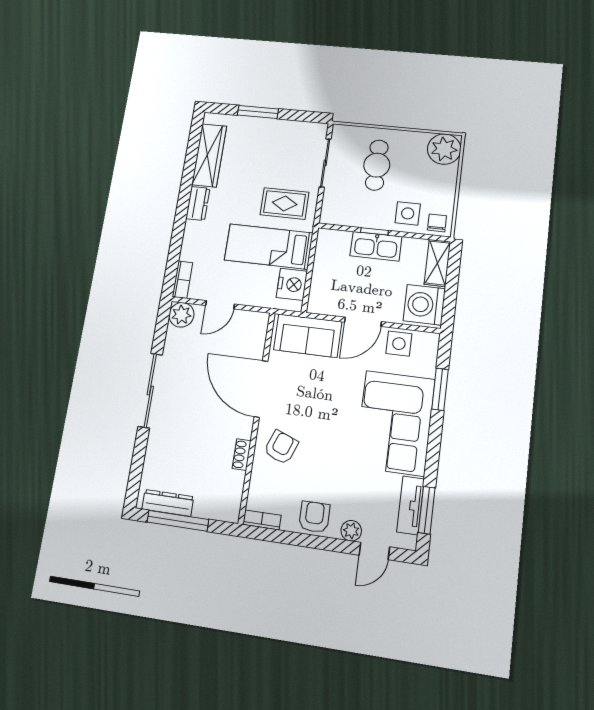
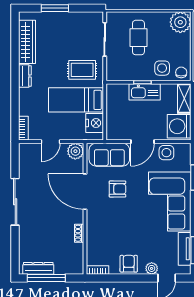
plant: (181, 315) -> (75, 151), moved
armchair: (281, 447) -> (117, 189), moved, turned 69

